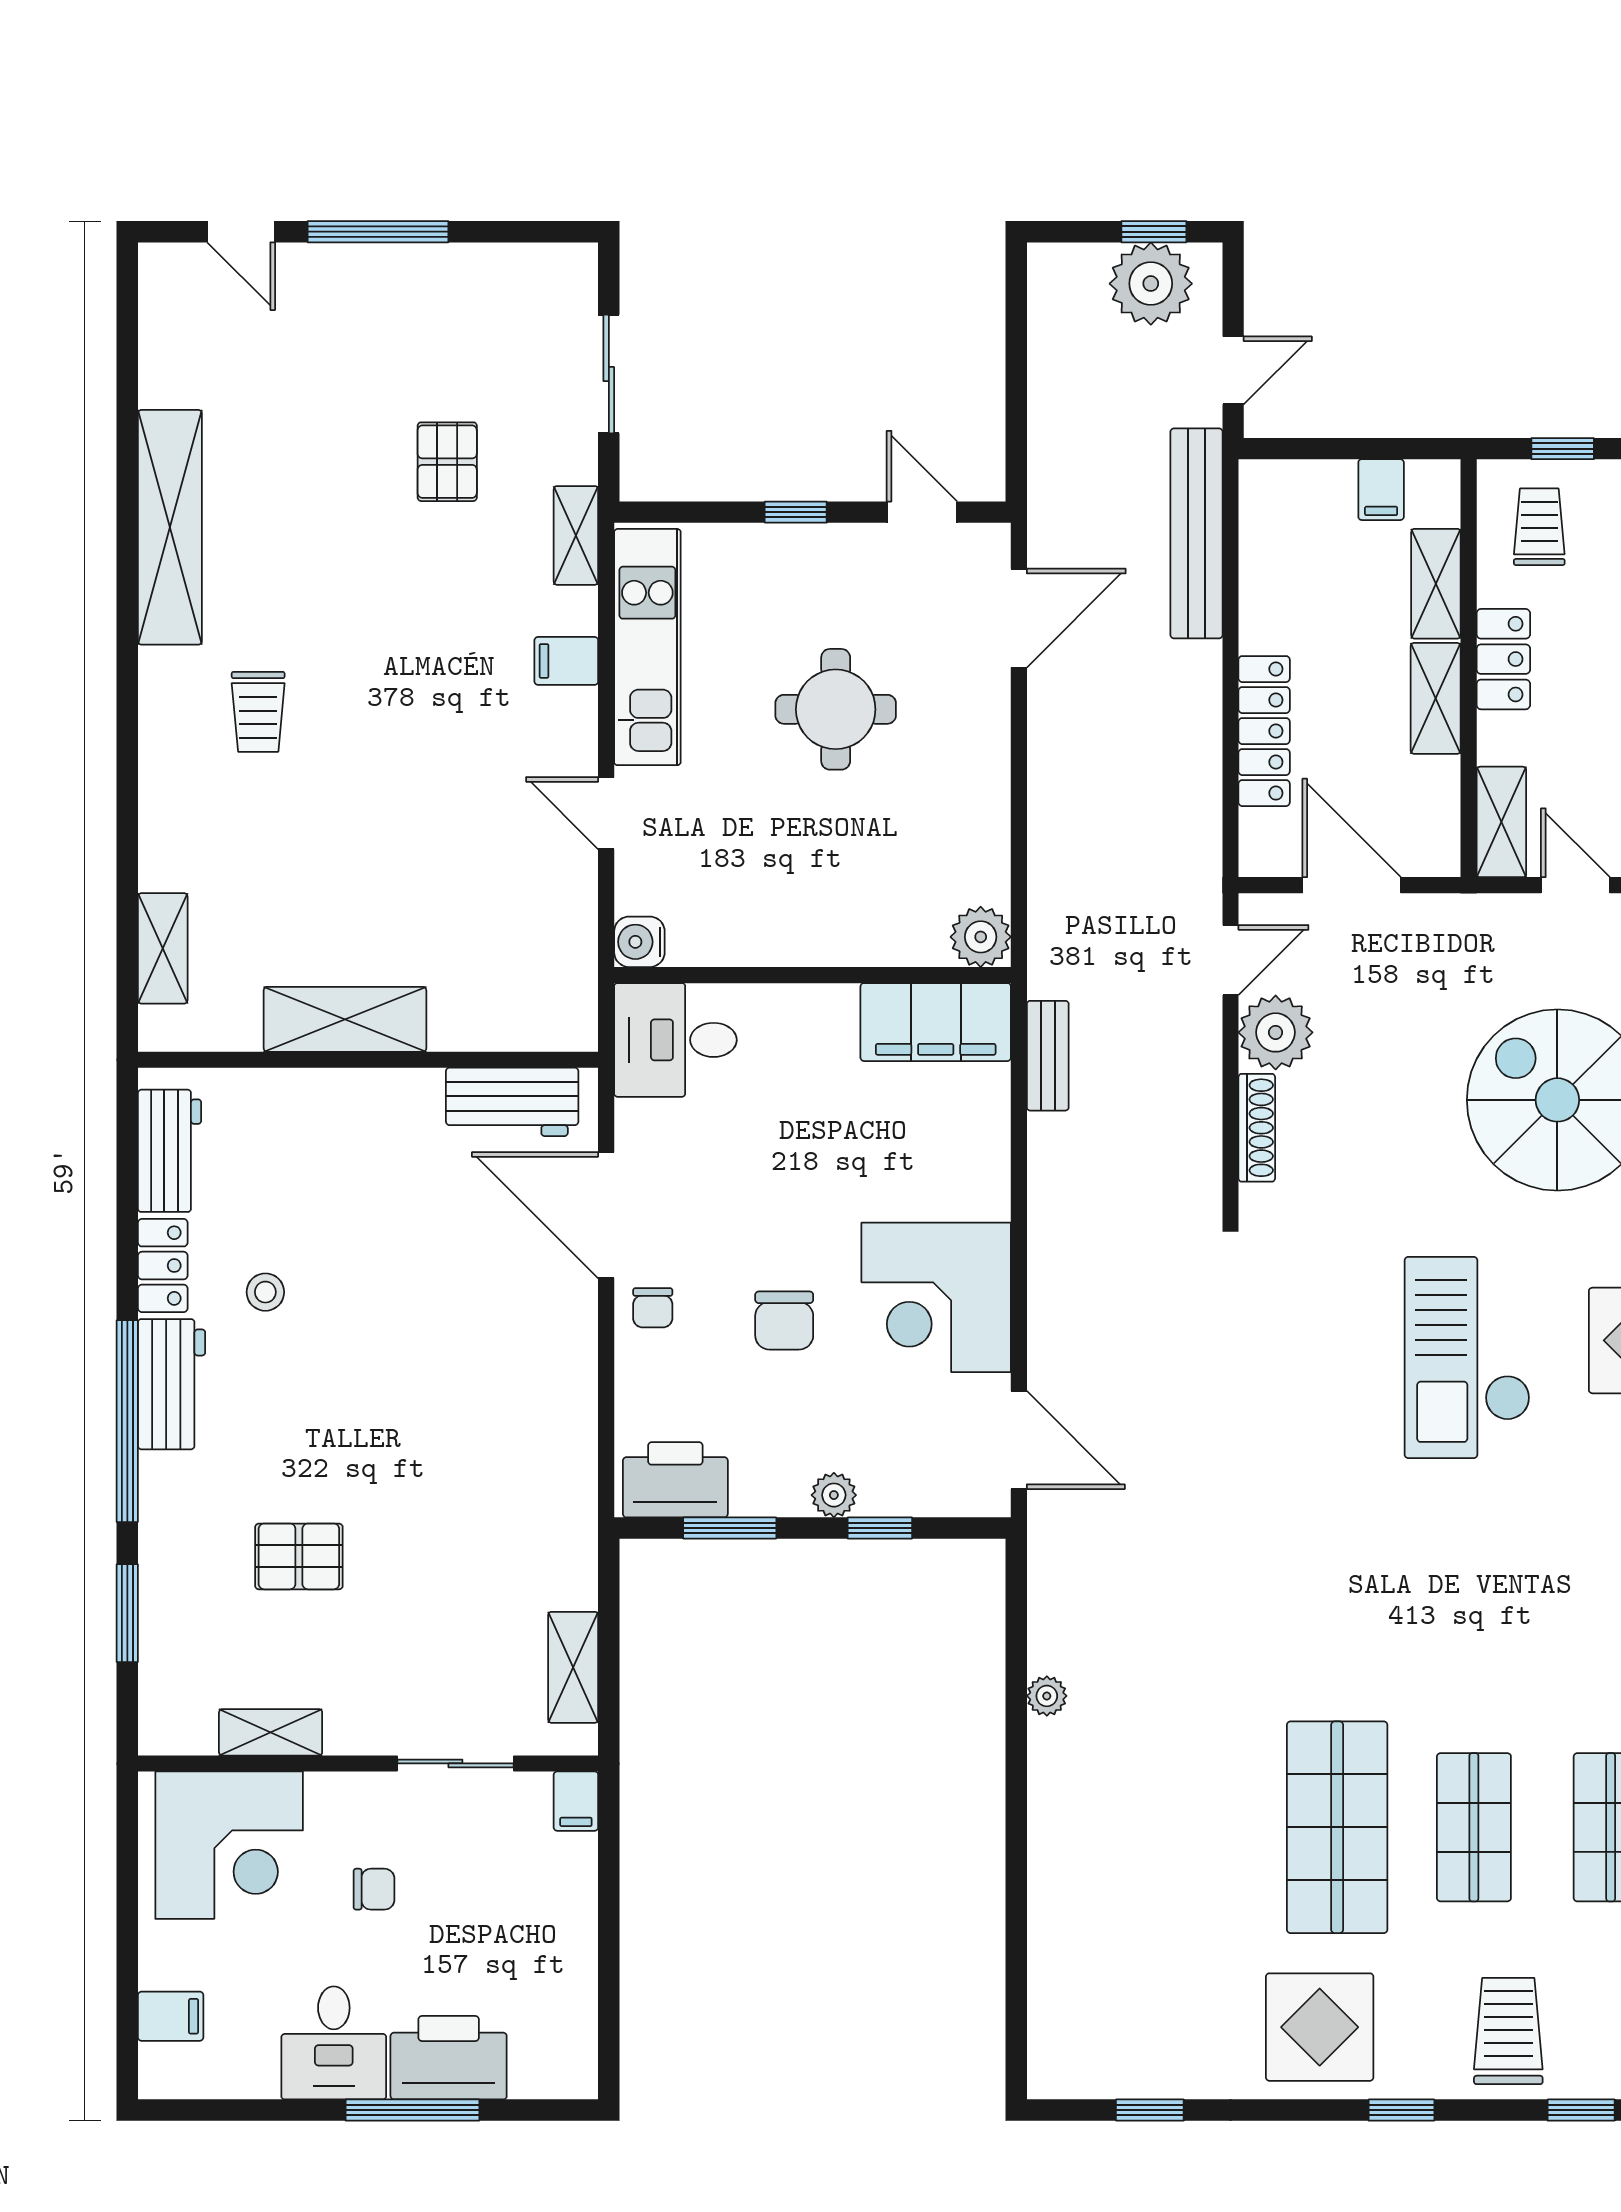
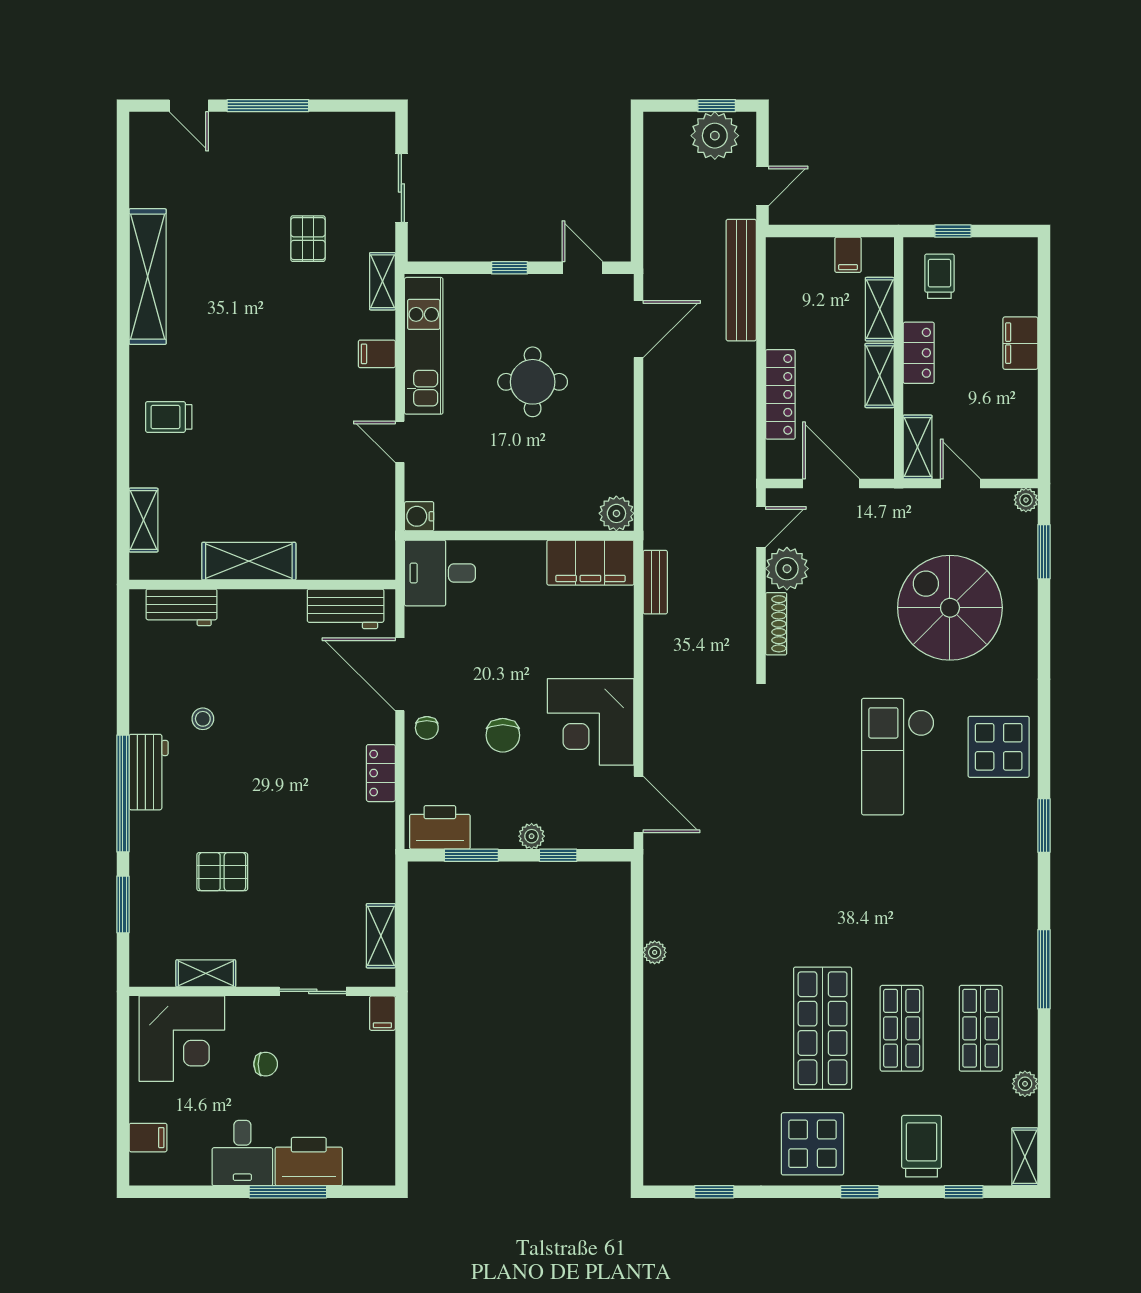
trolley: (258, 712) -> (169, 417), moved, turned 90
workbench: (169, 1151) -> (182, 607), moved, turned 90
locker: (163, 1266) -> (381, 773), moved, turned 180

